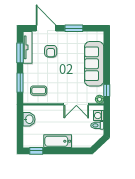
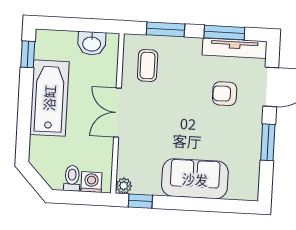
sofa: (94, 64) -> (195, 179), width x0.73
double door: (76, 104) -> (117, 113), moved
bathtub: (58, 141) -> (49, 98), width x1.36, depth x1.36

